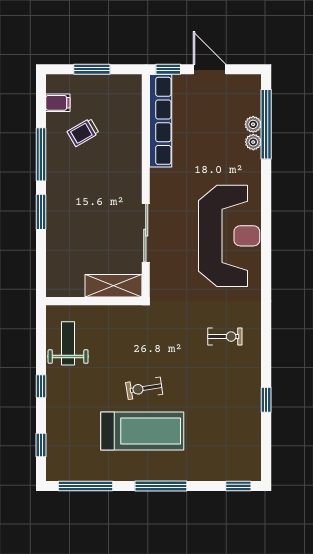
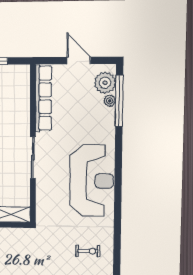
window: (168, 69) -> (49, 61), removed
plant: (253, 142) -> (105, 83), moved, width x1.88, depth x1.88
sliding door: (146, 233) -> (33, 158), moved

